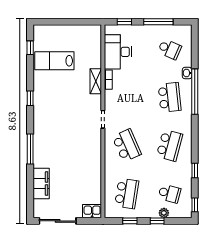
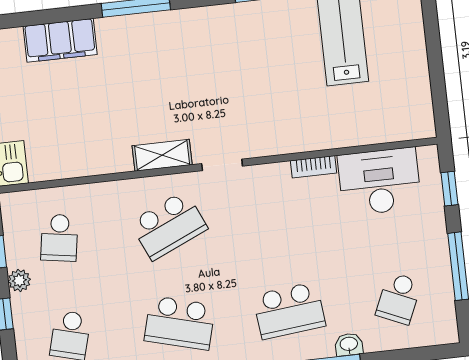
shelving: (96, 81) -> (162, 155), moved
school desk: (127, 194) -> (59, 238), width x0.54
plant: (164, 213) -> (19, 280), moved

